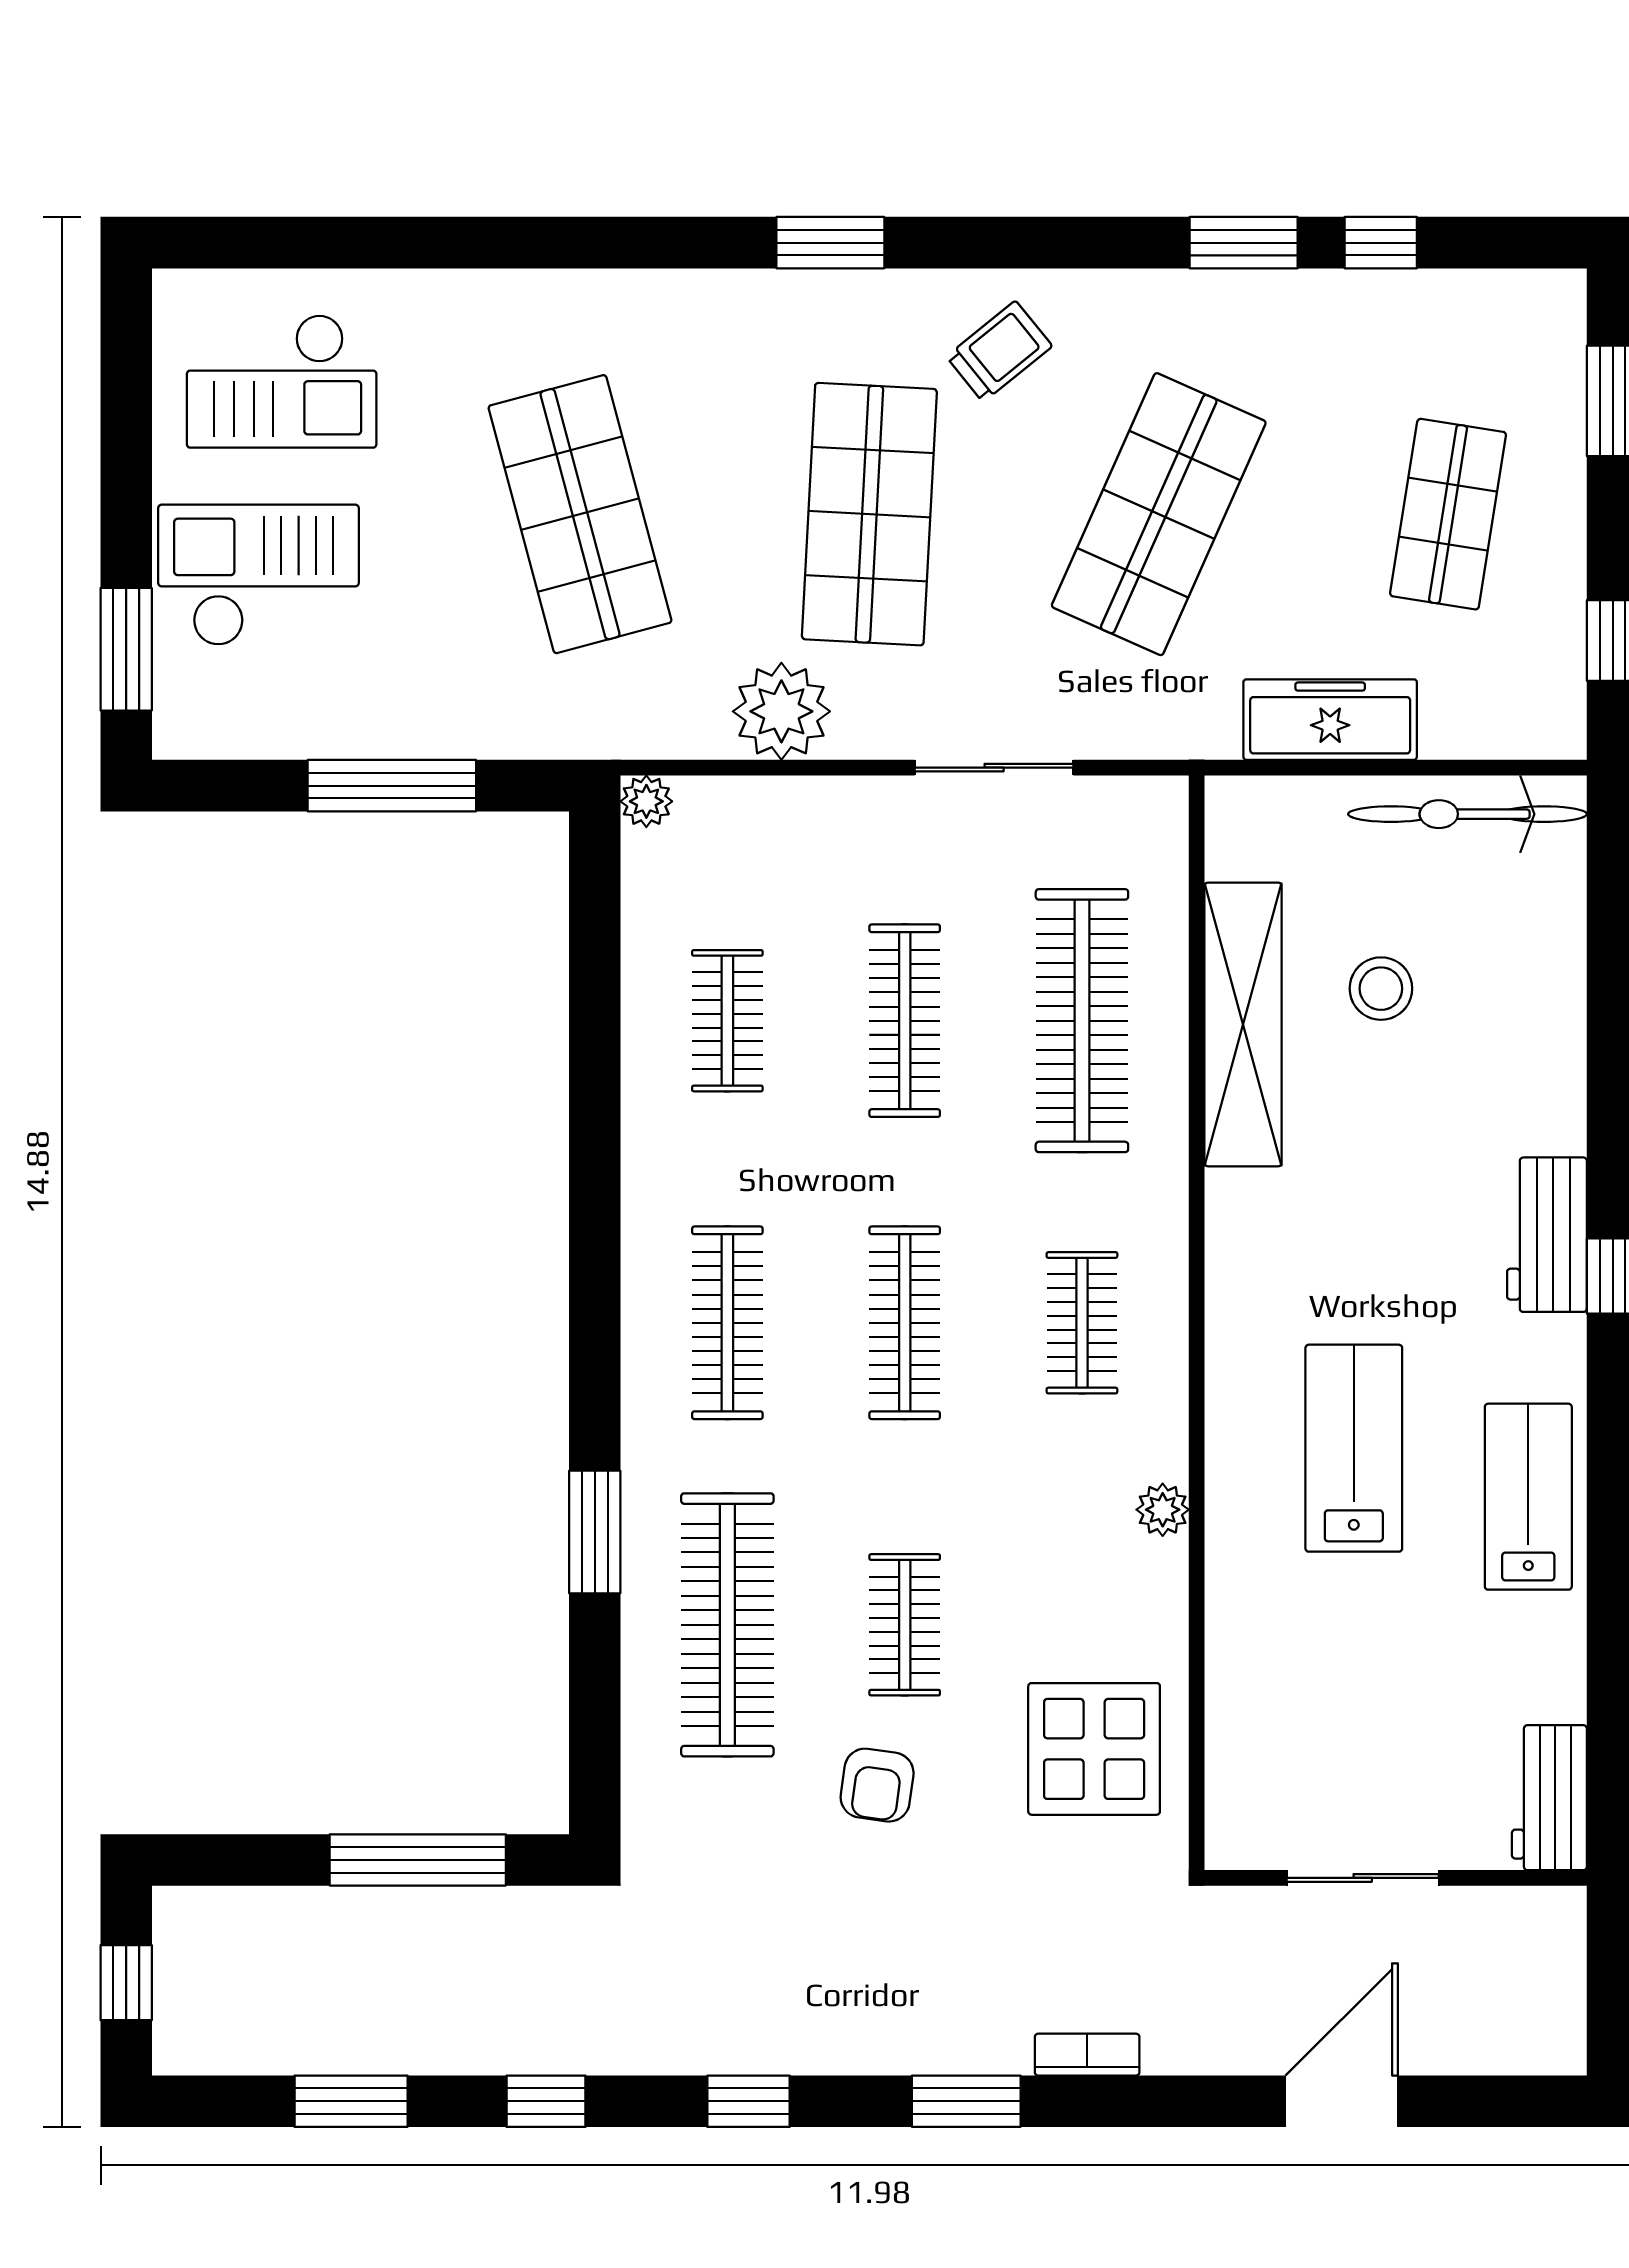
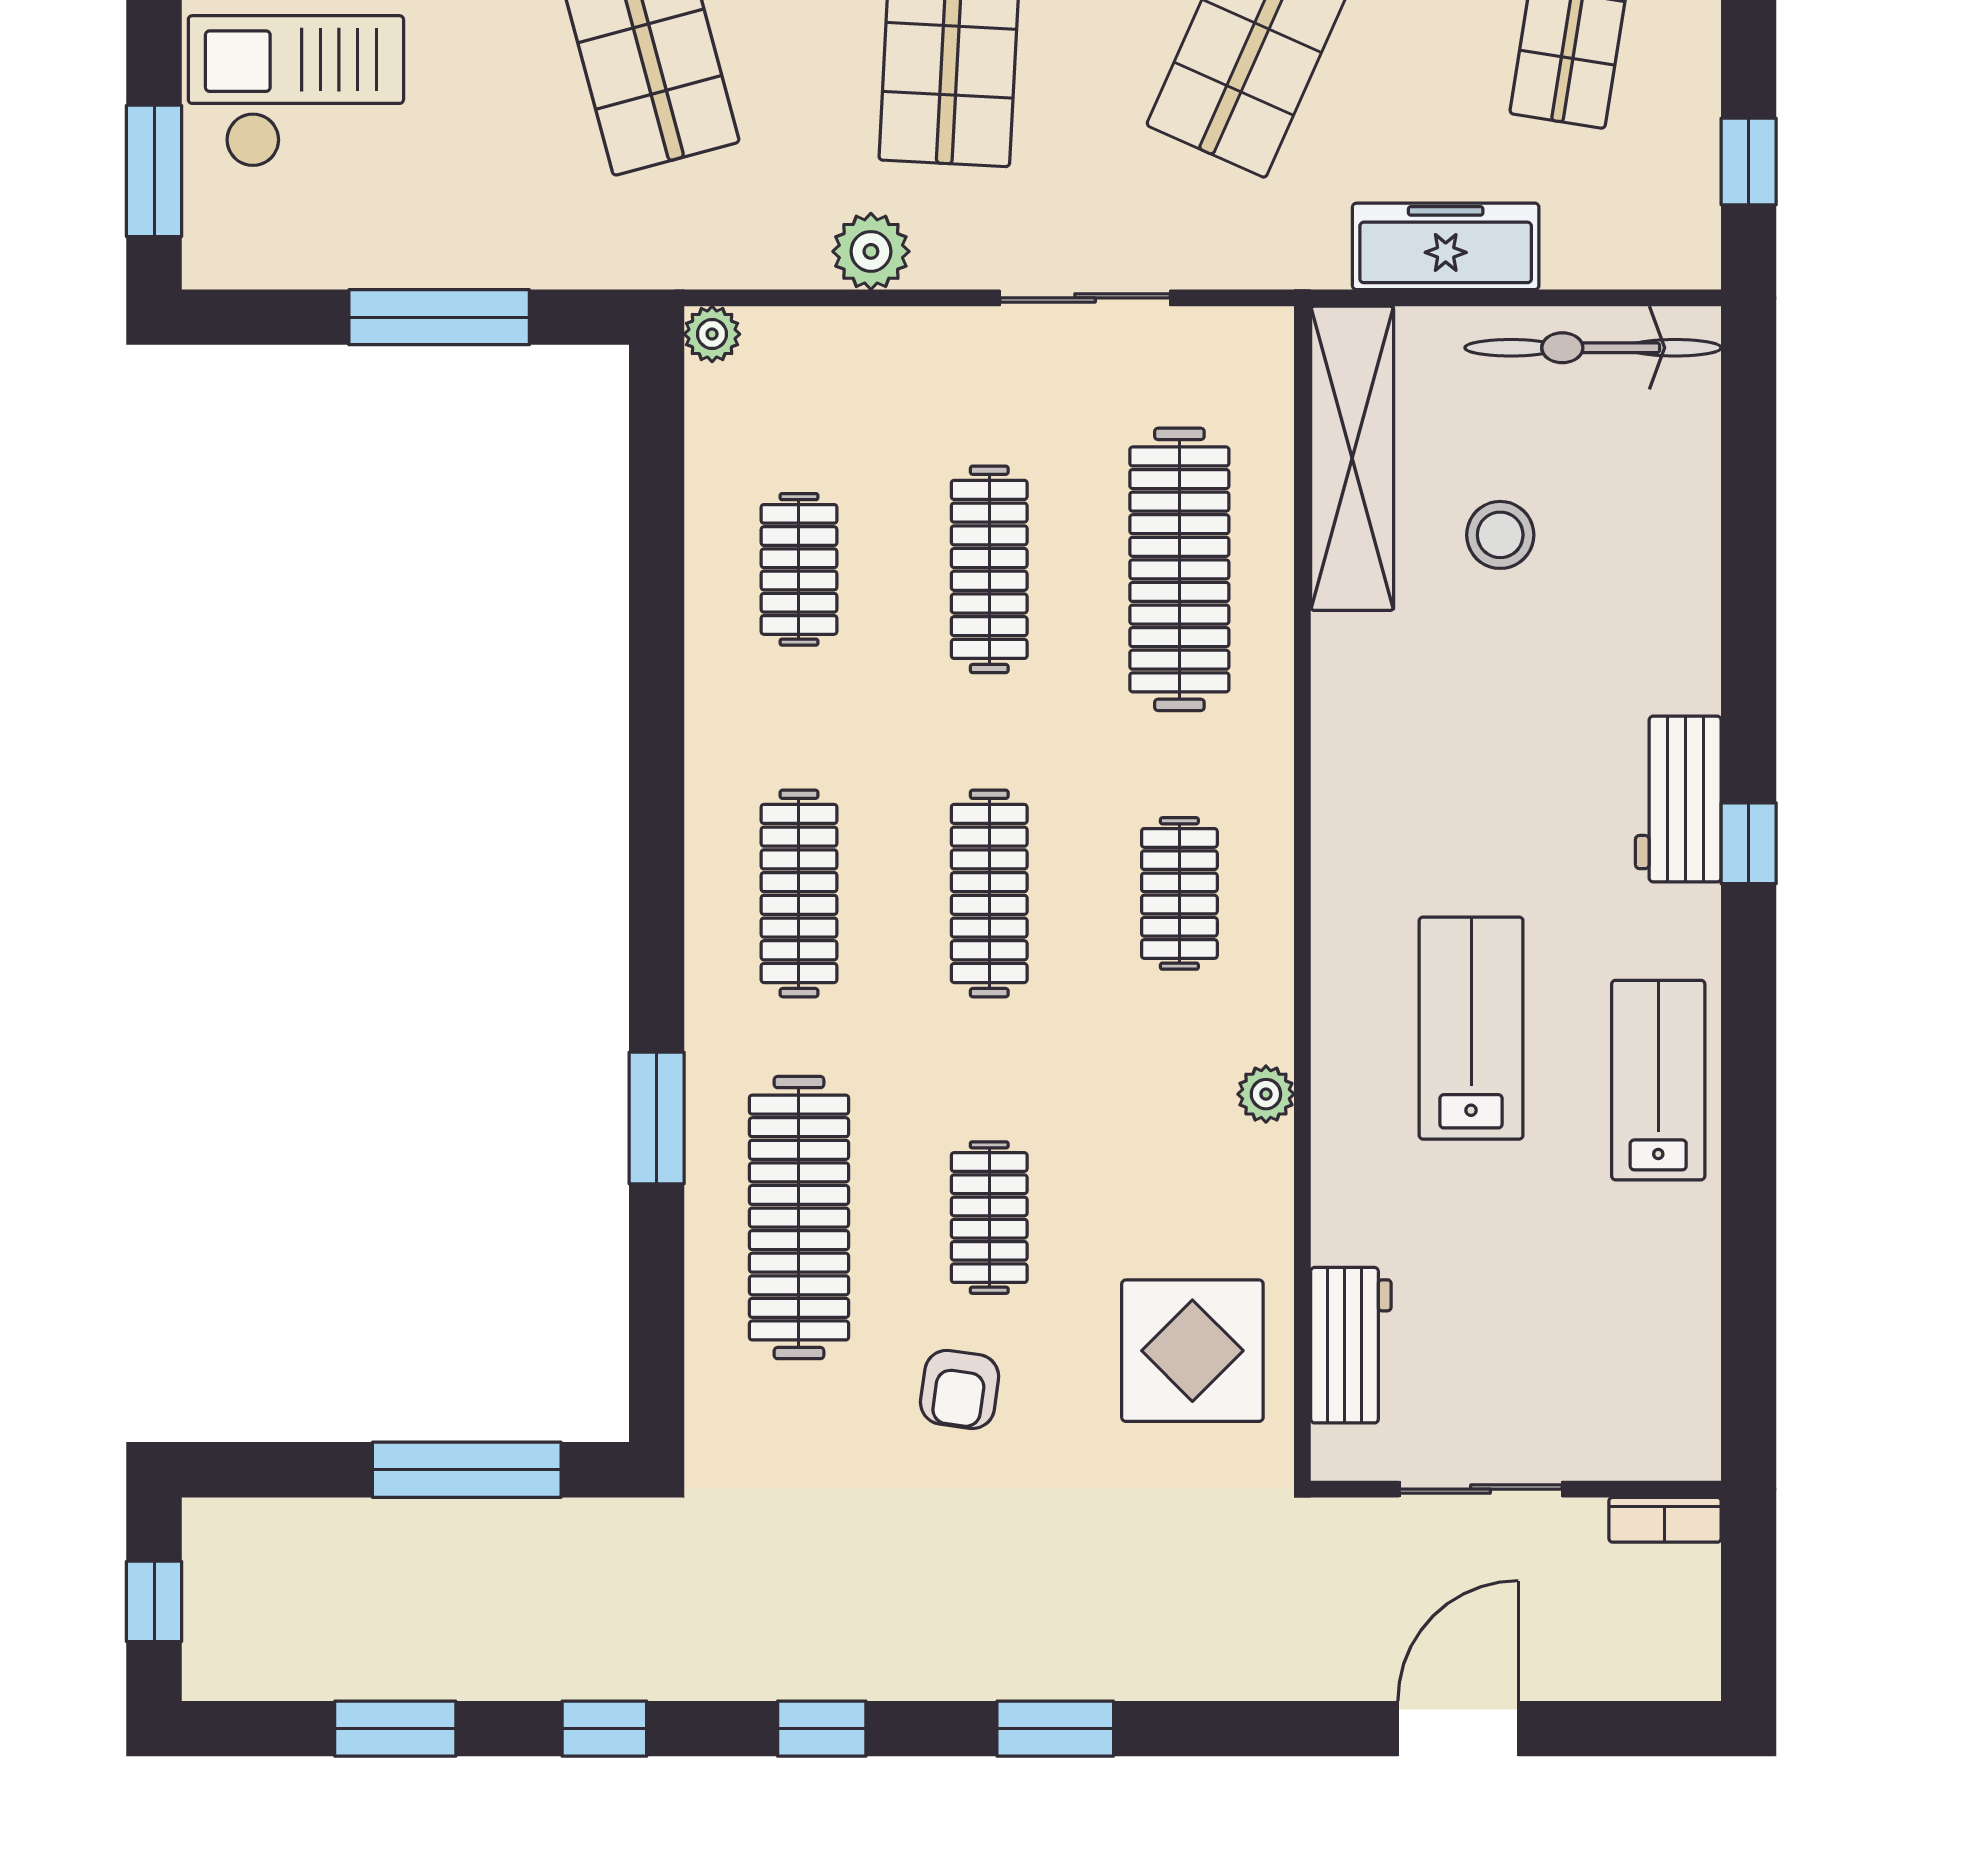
plant: (781, 711) -> (871, 251), width x0.73, depth x0.73
shelving: (1243, 1024) -> (1352, 458), moved
workbench: (1549, 1798) -> (1351, 1345), moved, turned 180
bookcase: (1087, 2055) -> (1665, 1520), moved, turned 180

